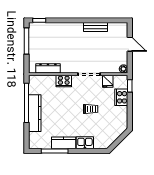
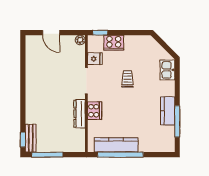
bench: (96, 27) -> (31, 138), moved
door: (130, 44) -> (51, 33), swing flipped
dresser: (48, 68) -> (80, 114), moved
kitchen counter: (35, 113) -> (116, 145), moved
kitchen sink: (85, 143) -> (167, 70), moved

